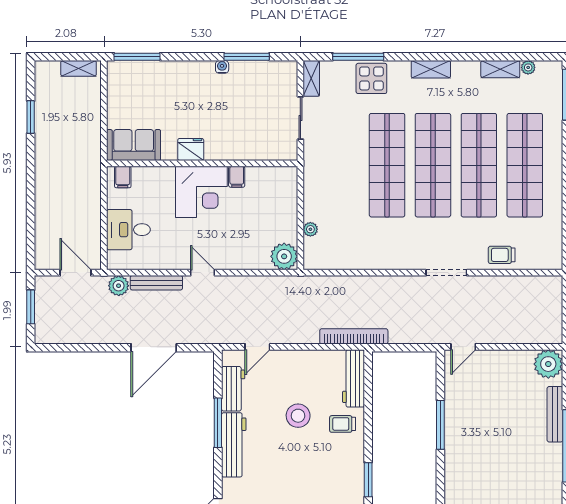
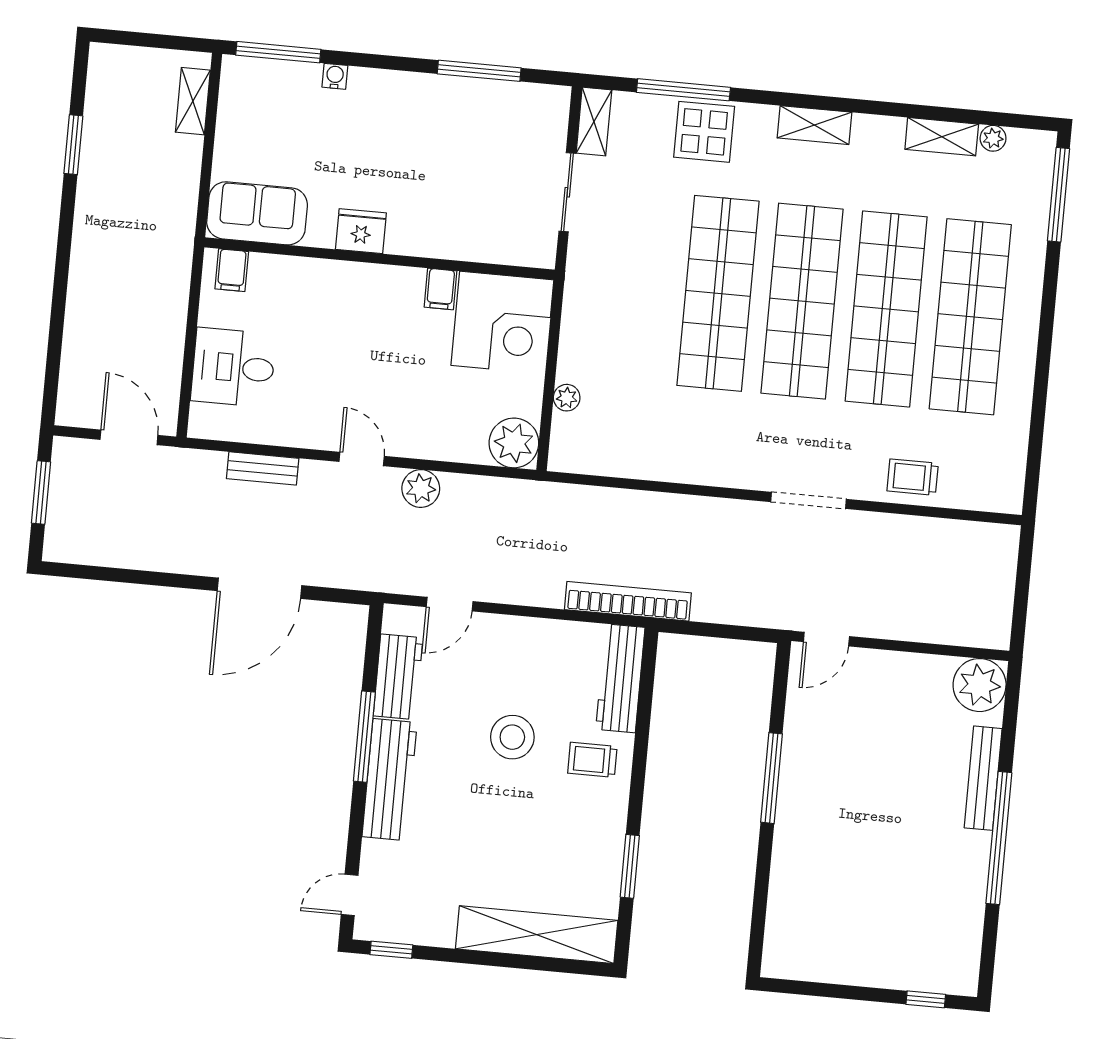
water cooler: (222, 67) -> (335, 76), moved
shelving: (79, 68) -> (193, 101), moved, turned 90
corner desk: (201, 192) -> (502, 323), moved
bench: (156, 283) -> (263, 468), width x0.73
plant: (119, 286) -> (421, 488), moved

